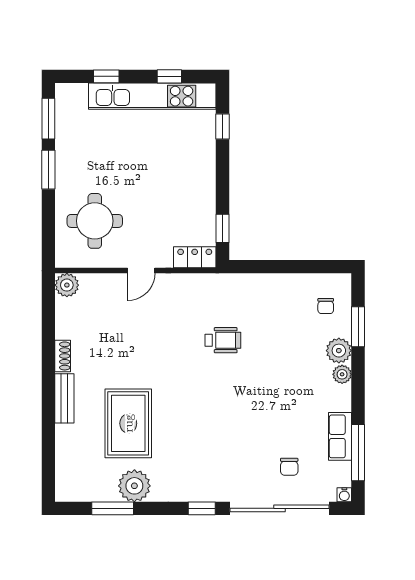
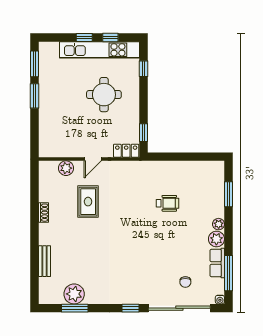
window: (106, 76) -> (84, 37), moved
round table: (95, 221) -> (104, 95), moved
plant: (67, 285) -> (66, 168), moved
chair: (326, 306) -> (208, 181), removed
wheelchair: (223, 340) -> (168, 203), moved
plant: (339, 351) -> (216, 239), moved
bench: (64, 398) -> (45, 261), moved
rug: (128, 423) -> (88, 202), moved, width x0.73, depth x0.70
plant: (134, 486) -> (74, 294), moved

